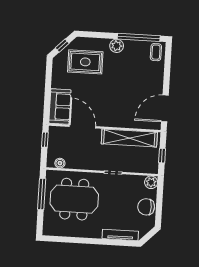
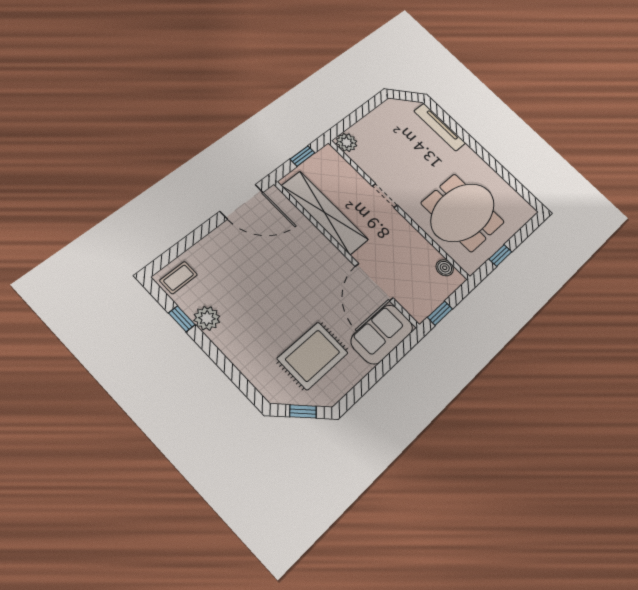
window: (139, 37) -> (182, 319), width x0.32
plant: (117, 46) -> (207, 318), moved
rug: (85, 62) -> (313, 356), moved, turned 90
window: (42, 194) -> (500, 255), width x0.46
meeting table: (74, 199) -> (463, 213), turned 90
chair: (146, 207) -> (379, 125), removed

